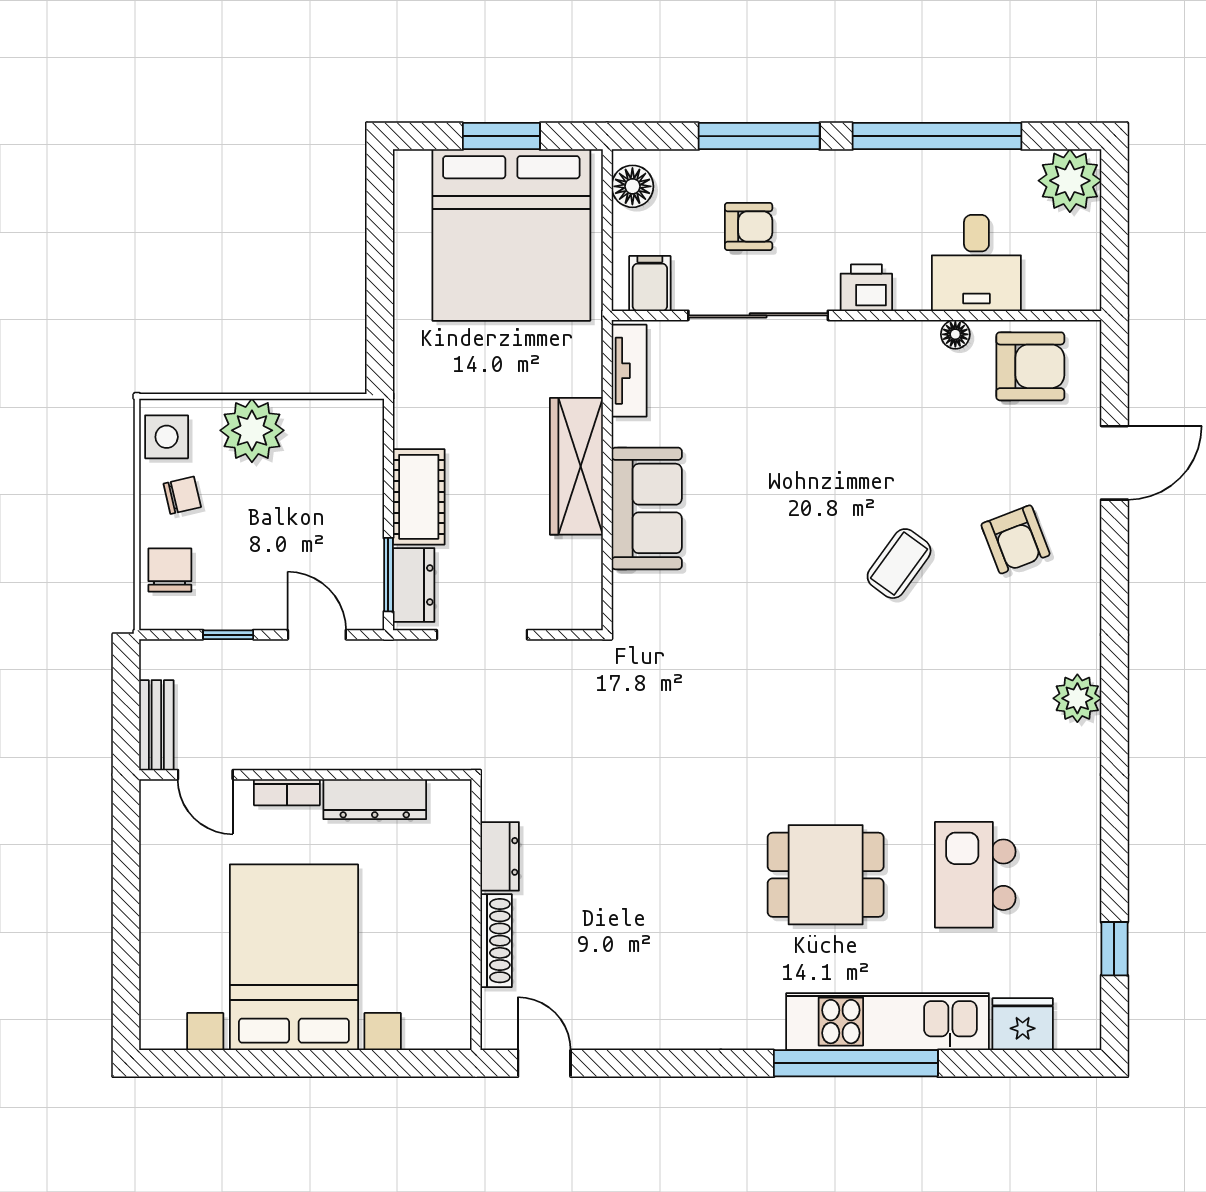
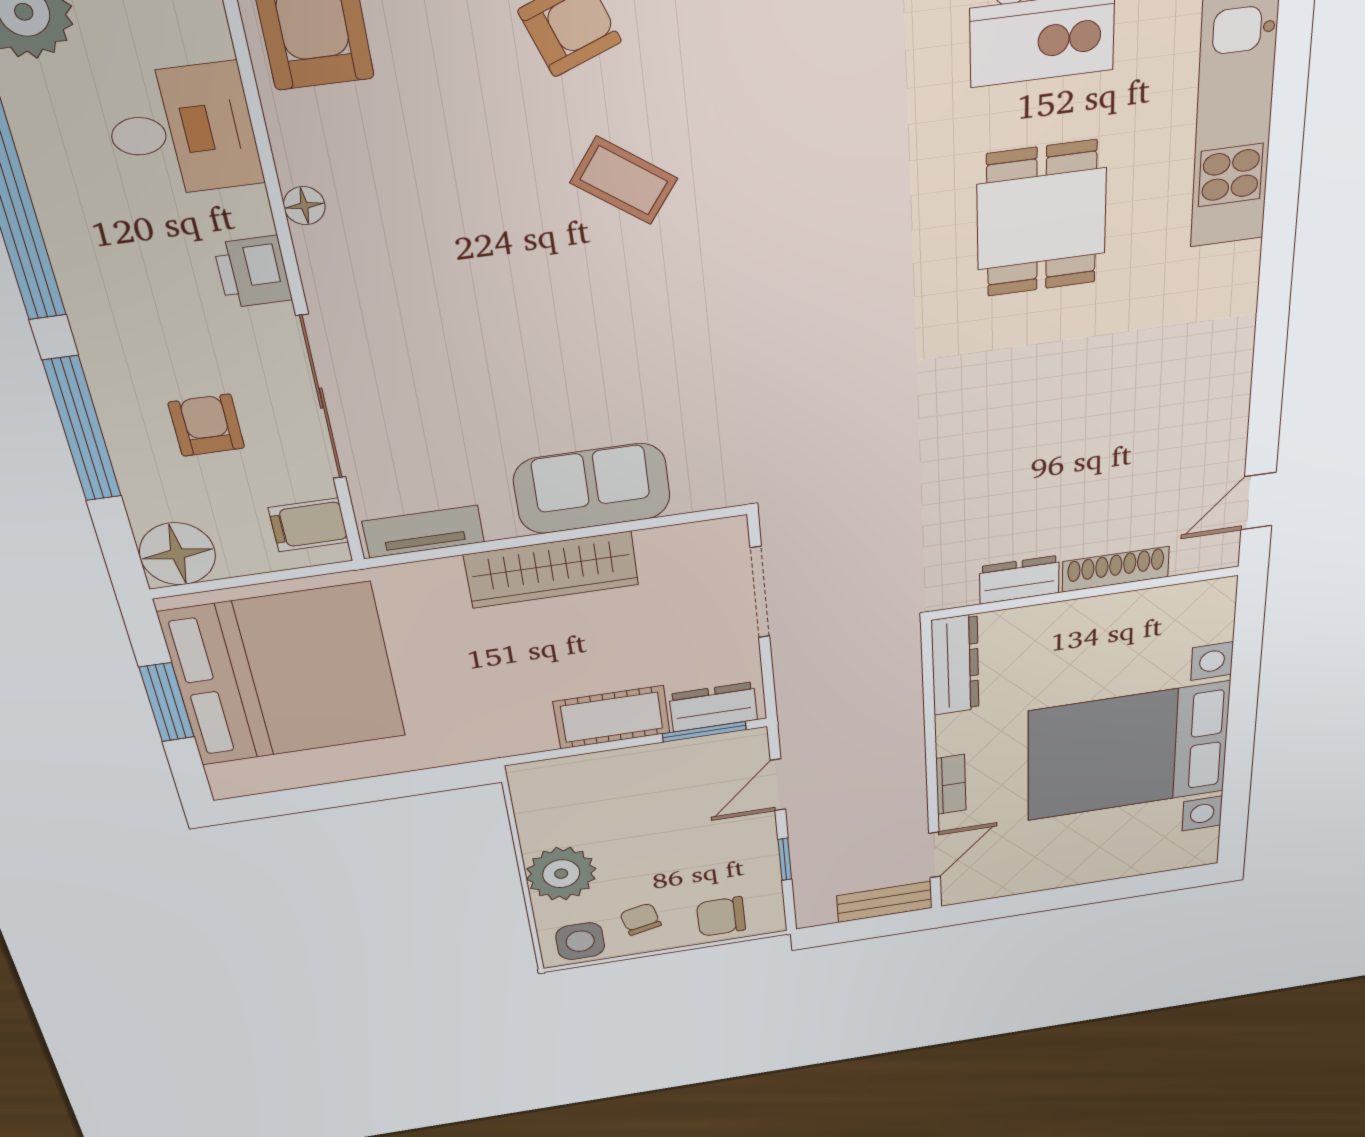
floor lamp: (632, 186) -> (177, 554), width x1.38, depth x1.38
floor lamp: (955, 334) -> (304, 206), moved
doorway: (482, 635) -> (760, 592), moved
dresser: (375, 799) -> (955, 665), moved
window: (856, 1063) -> (1285, 149), removed

